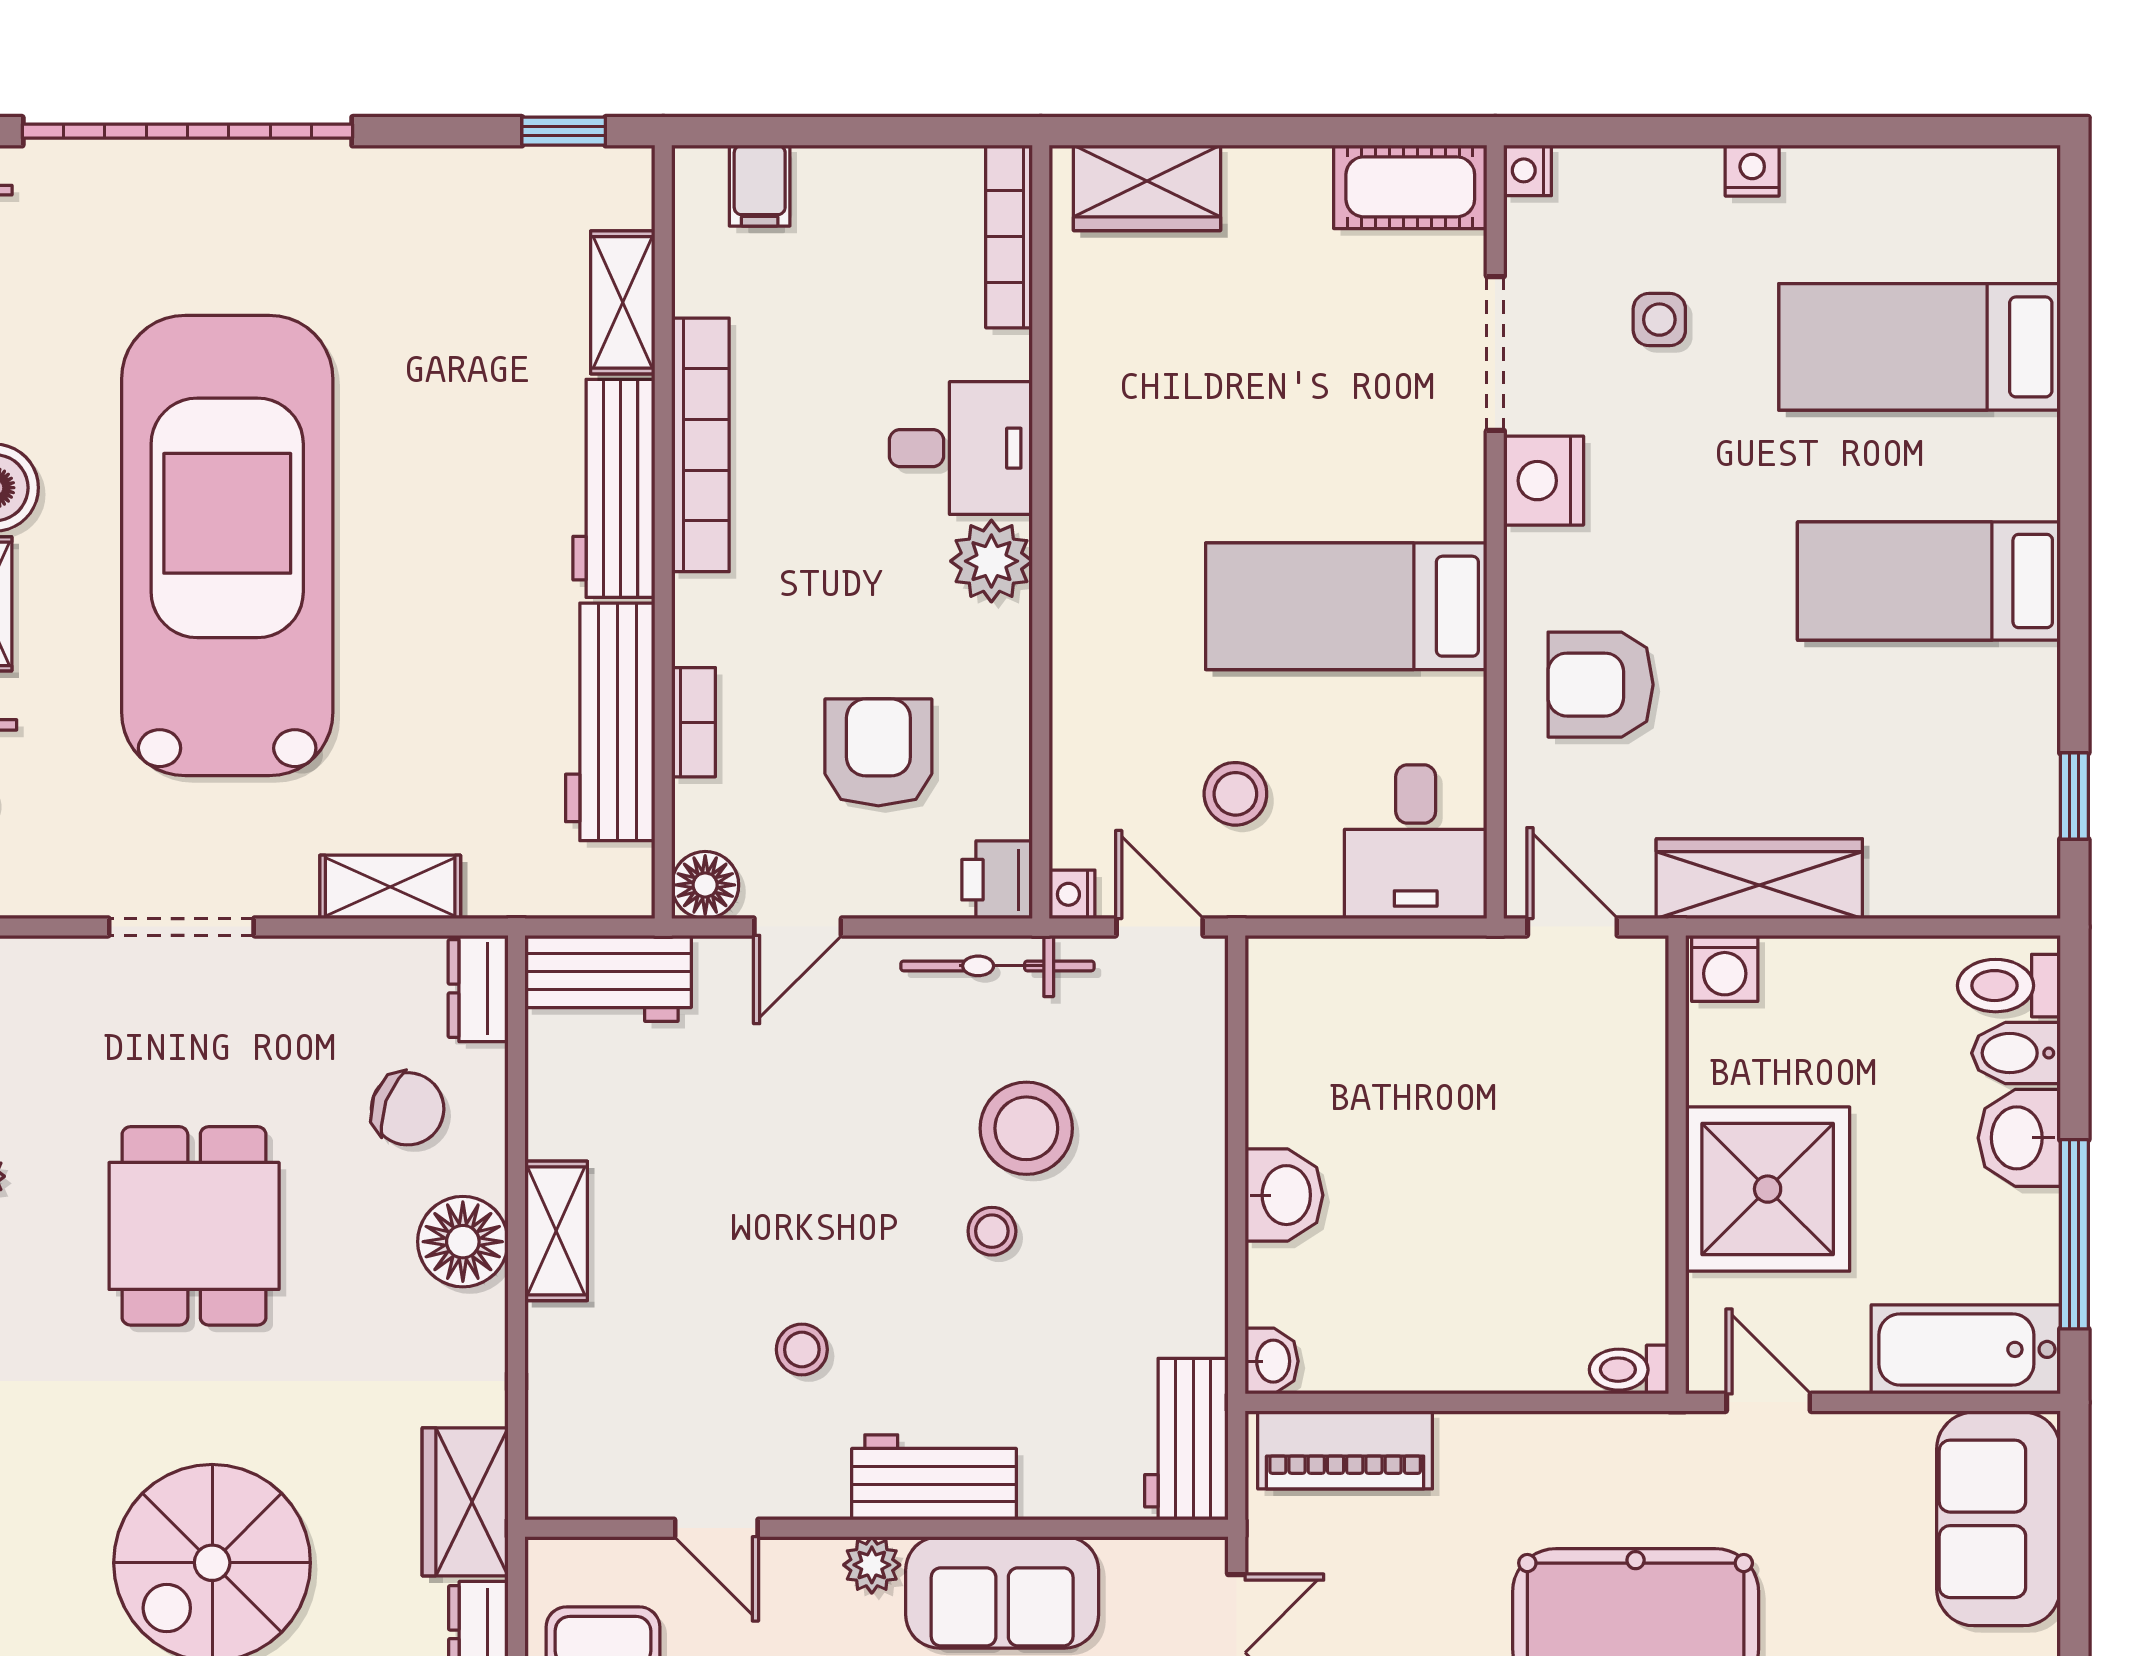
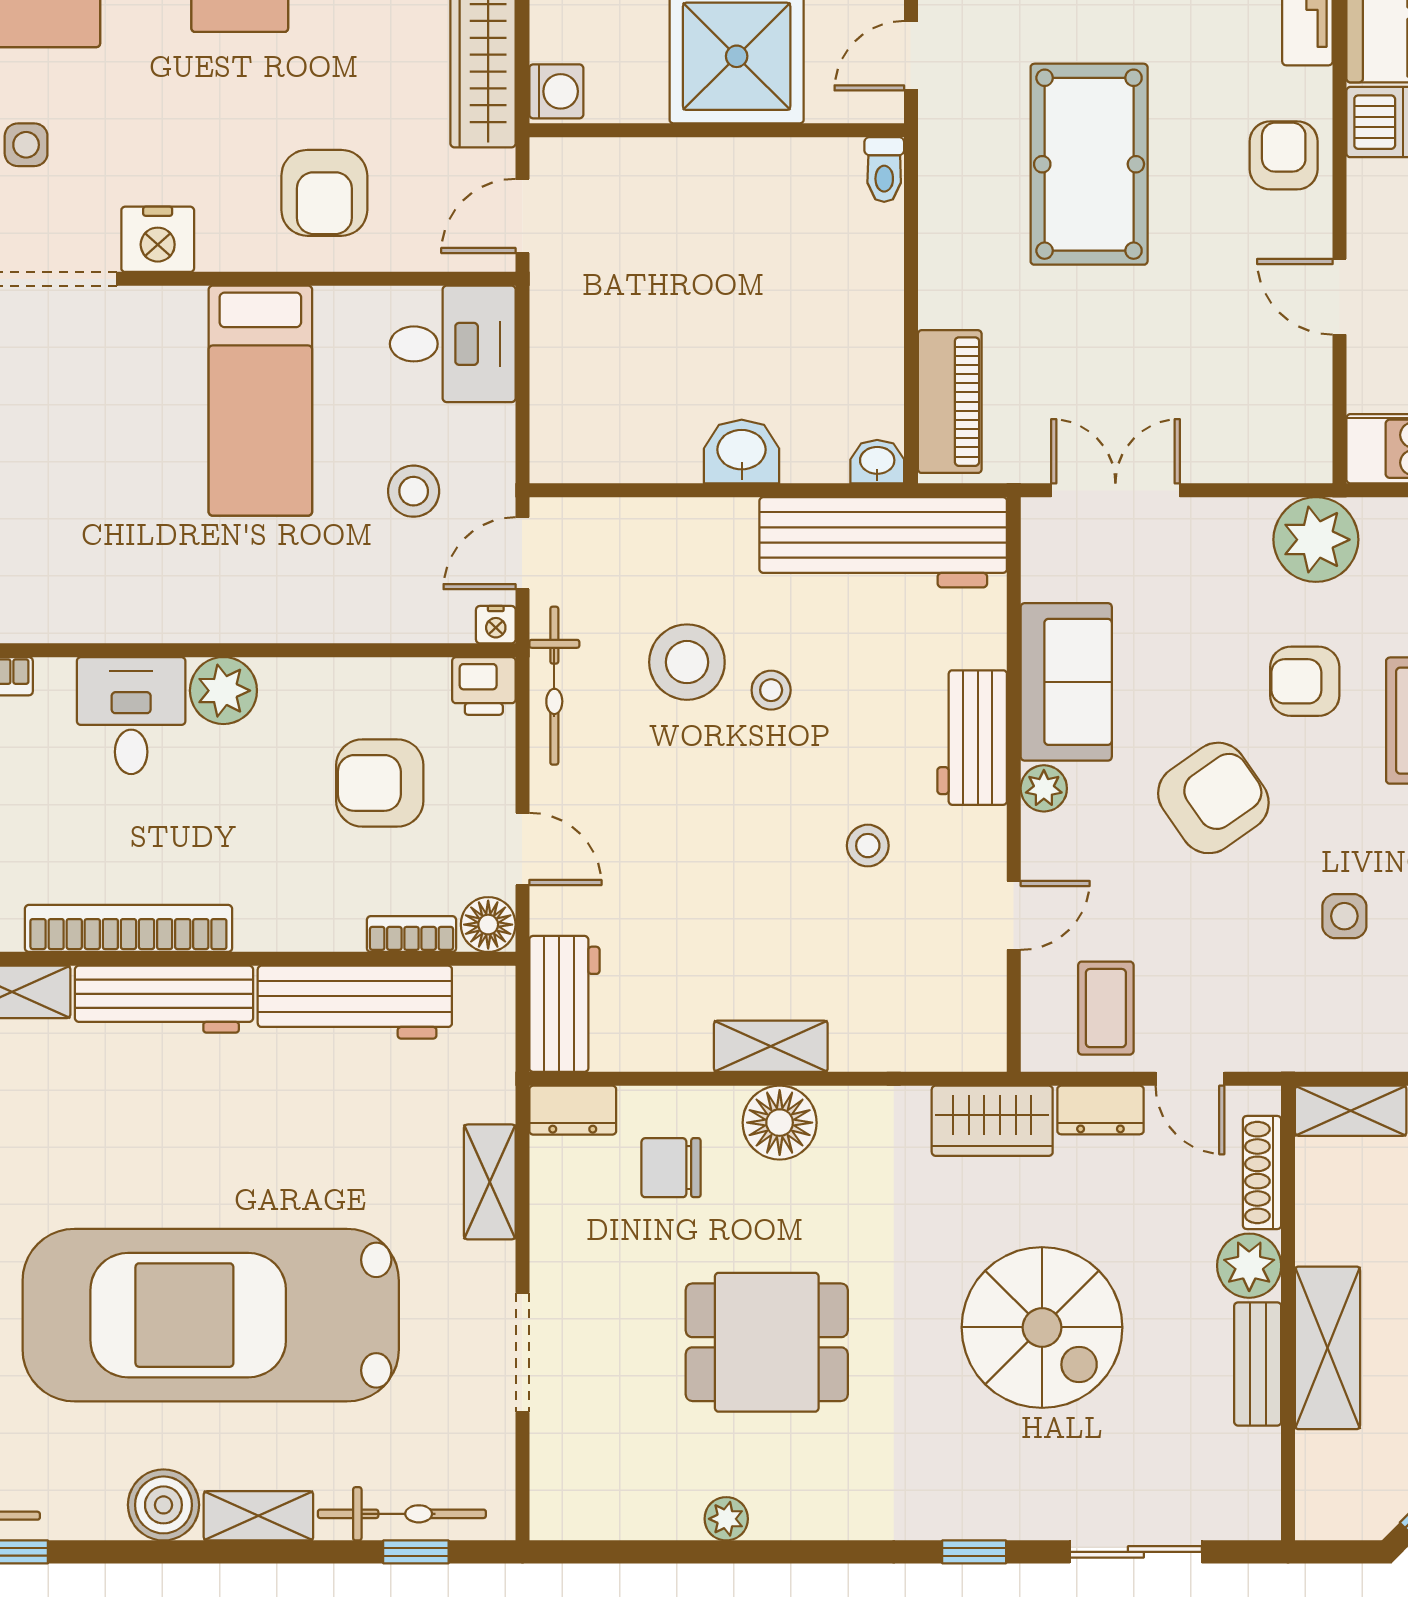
bookcase: (694, 722) -> (412, 934), moved
chair: (408, 1109) -> (671, 1168), turned -110
workbench: (1186, 1439) -> (883, 542), width x1.87, depth x1.32

